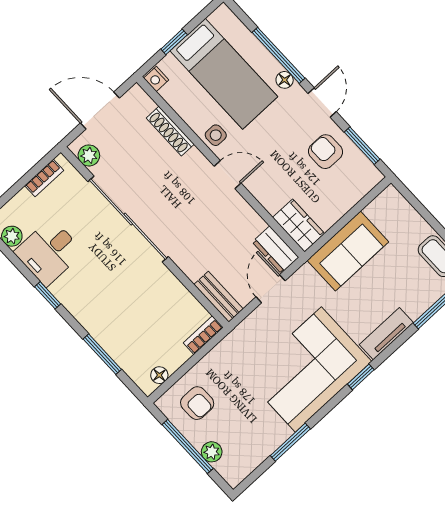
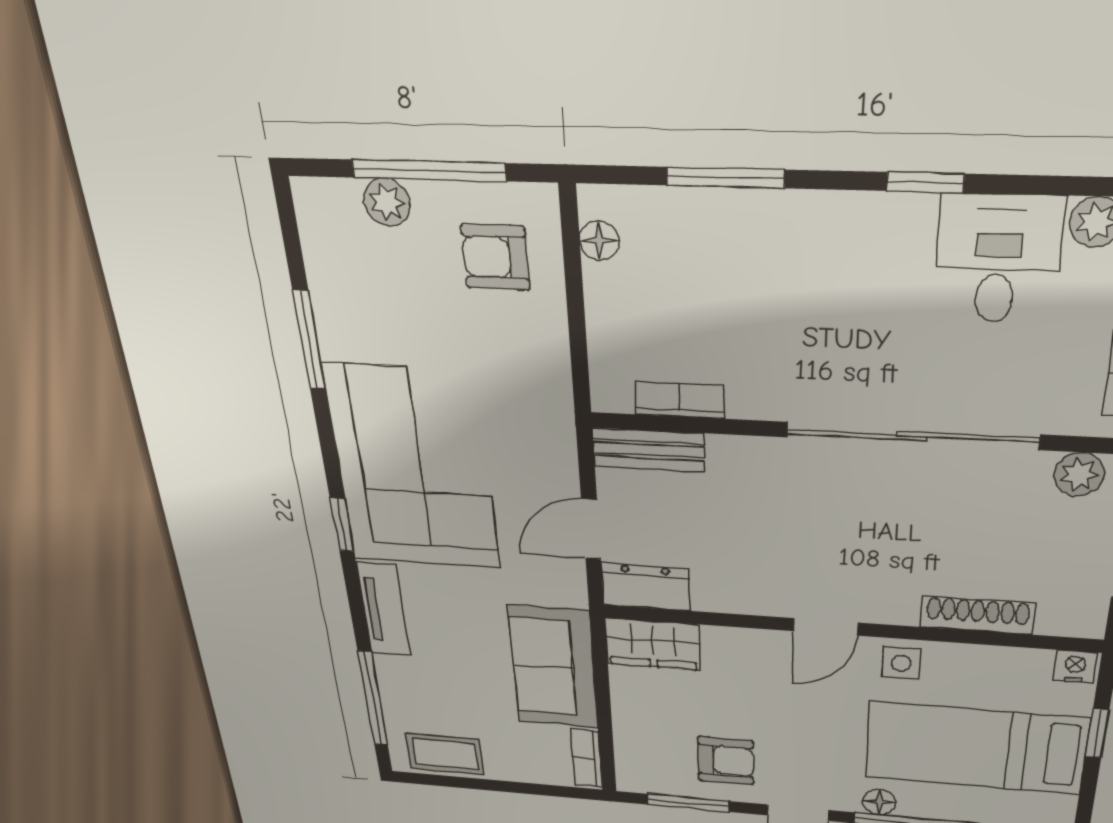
bookcase: (381, 202) -> (586, 758), added
door: (271, 289) -> (591, 529), swing flipped
bookcase: (203, 335) -> (680, 400), moved, turned -90

